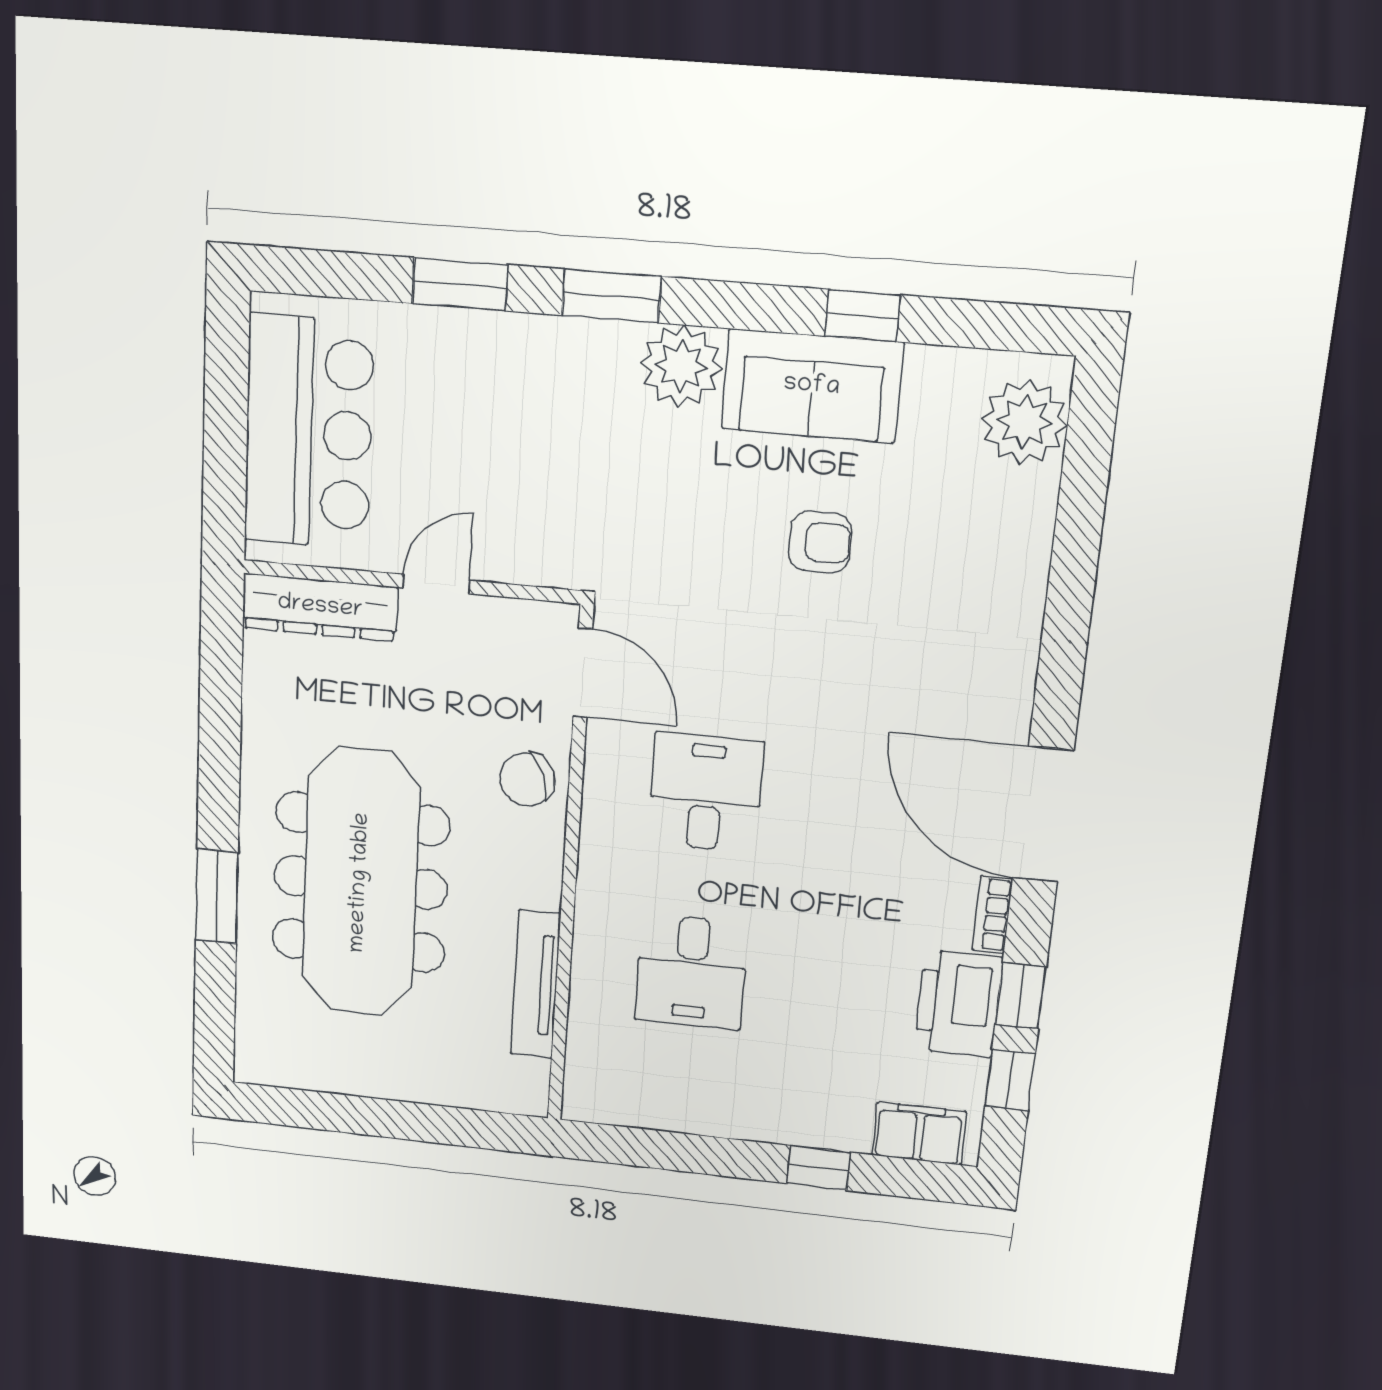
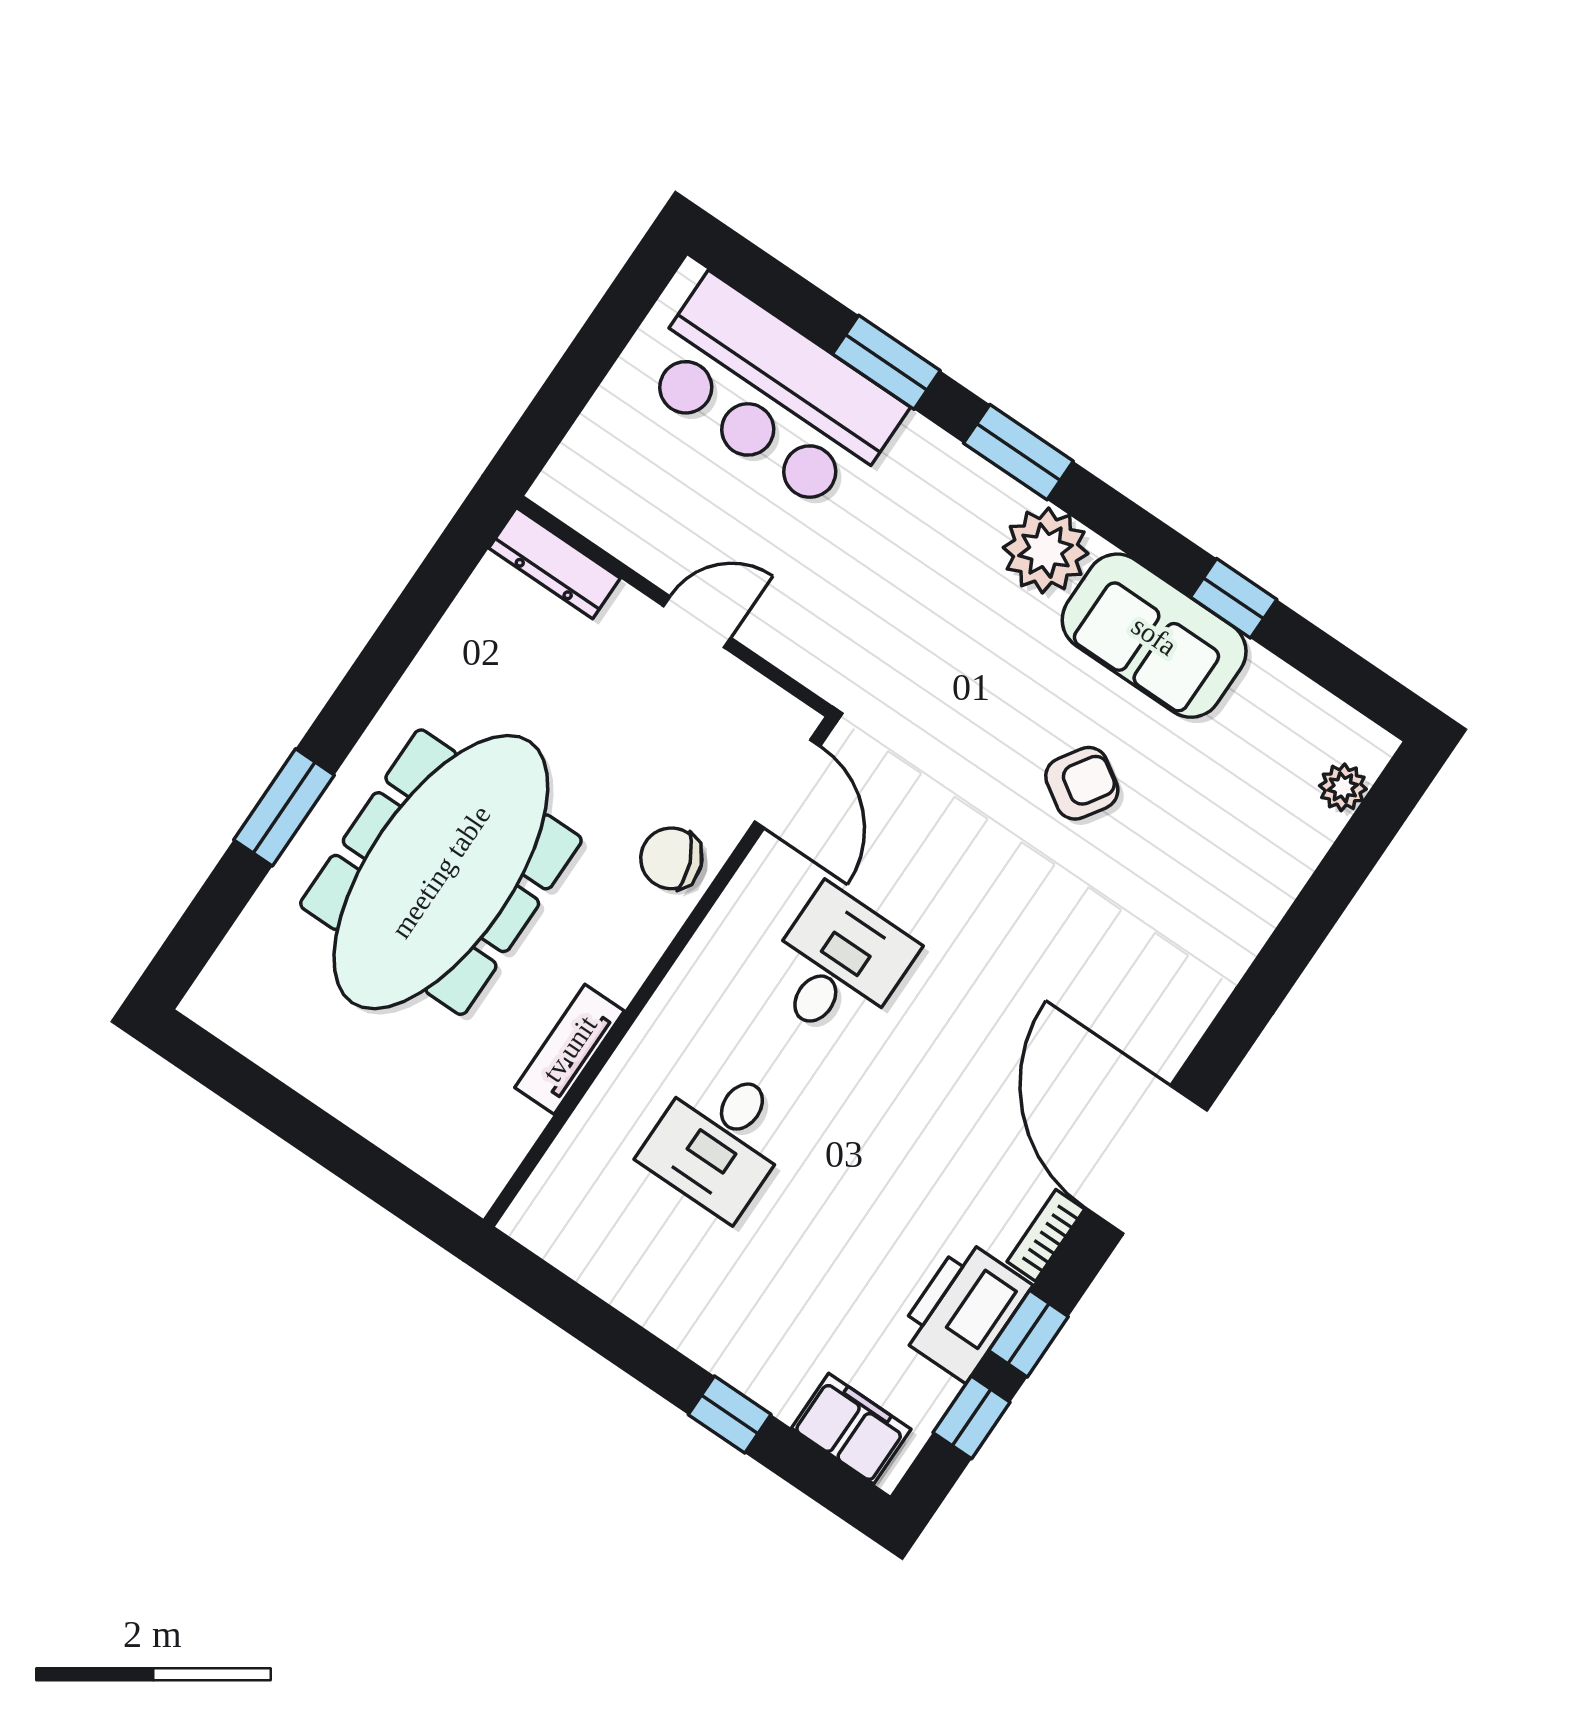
plant: (1025, 422) -> (1343, 787), width x0.53, depth x0.53
bar counter: (309, 432) -> (771, 395), moved, turned 90
armchair: (820, 542) -> (1082, 783), turned -57
dresser: (320, 607) -> (554, 563), width x0.73, depth x0.80
tv unit: (536, 984) -> (570, 1049), width x0.71

